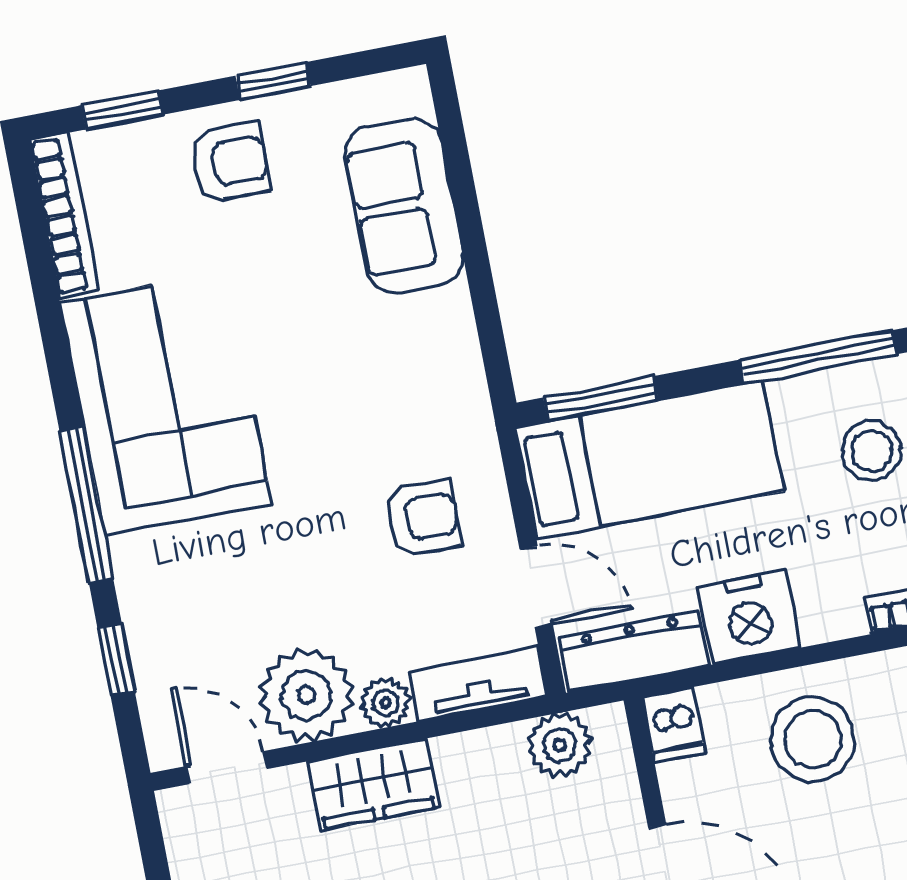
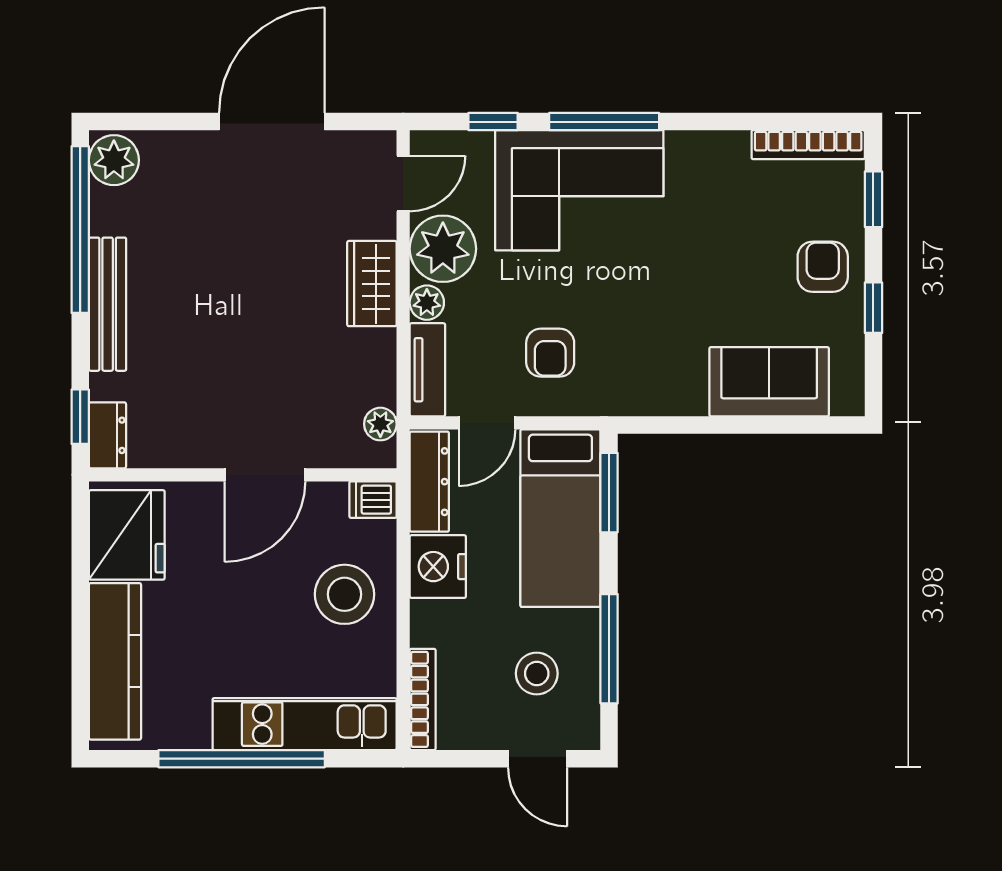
armchair: (230, 162) -> (823, 267), turned 180
corner sofa: (166, 404) -> (579, 190), moved
plant: (560, 745) -> (380, 424), width x0.73, depth x0.73

